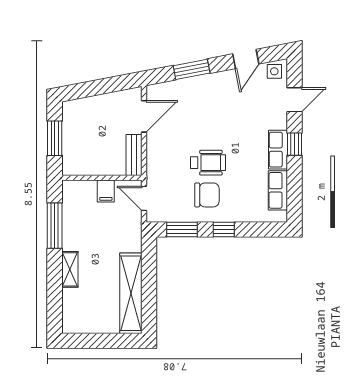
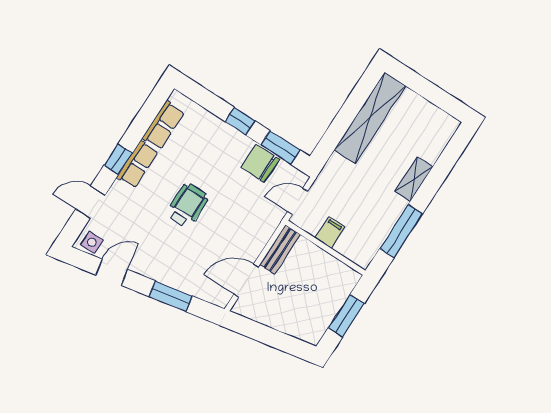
wheelchair: (208, 163) -> (187, 205), moved, turned 90
chair: (207, 195) -> (260, 163), moved
door: (144, 198) -> (298, 201), swing flipped

